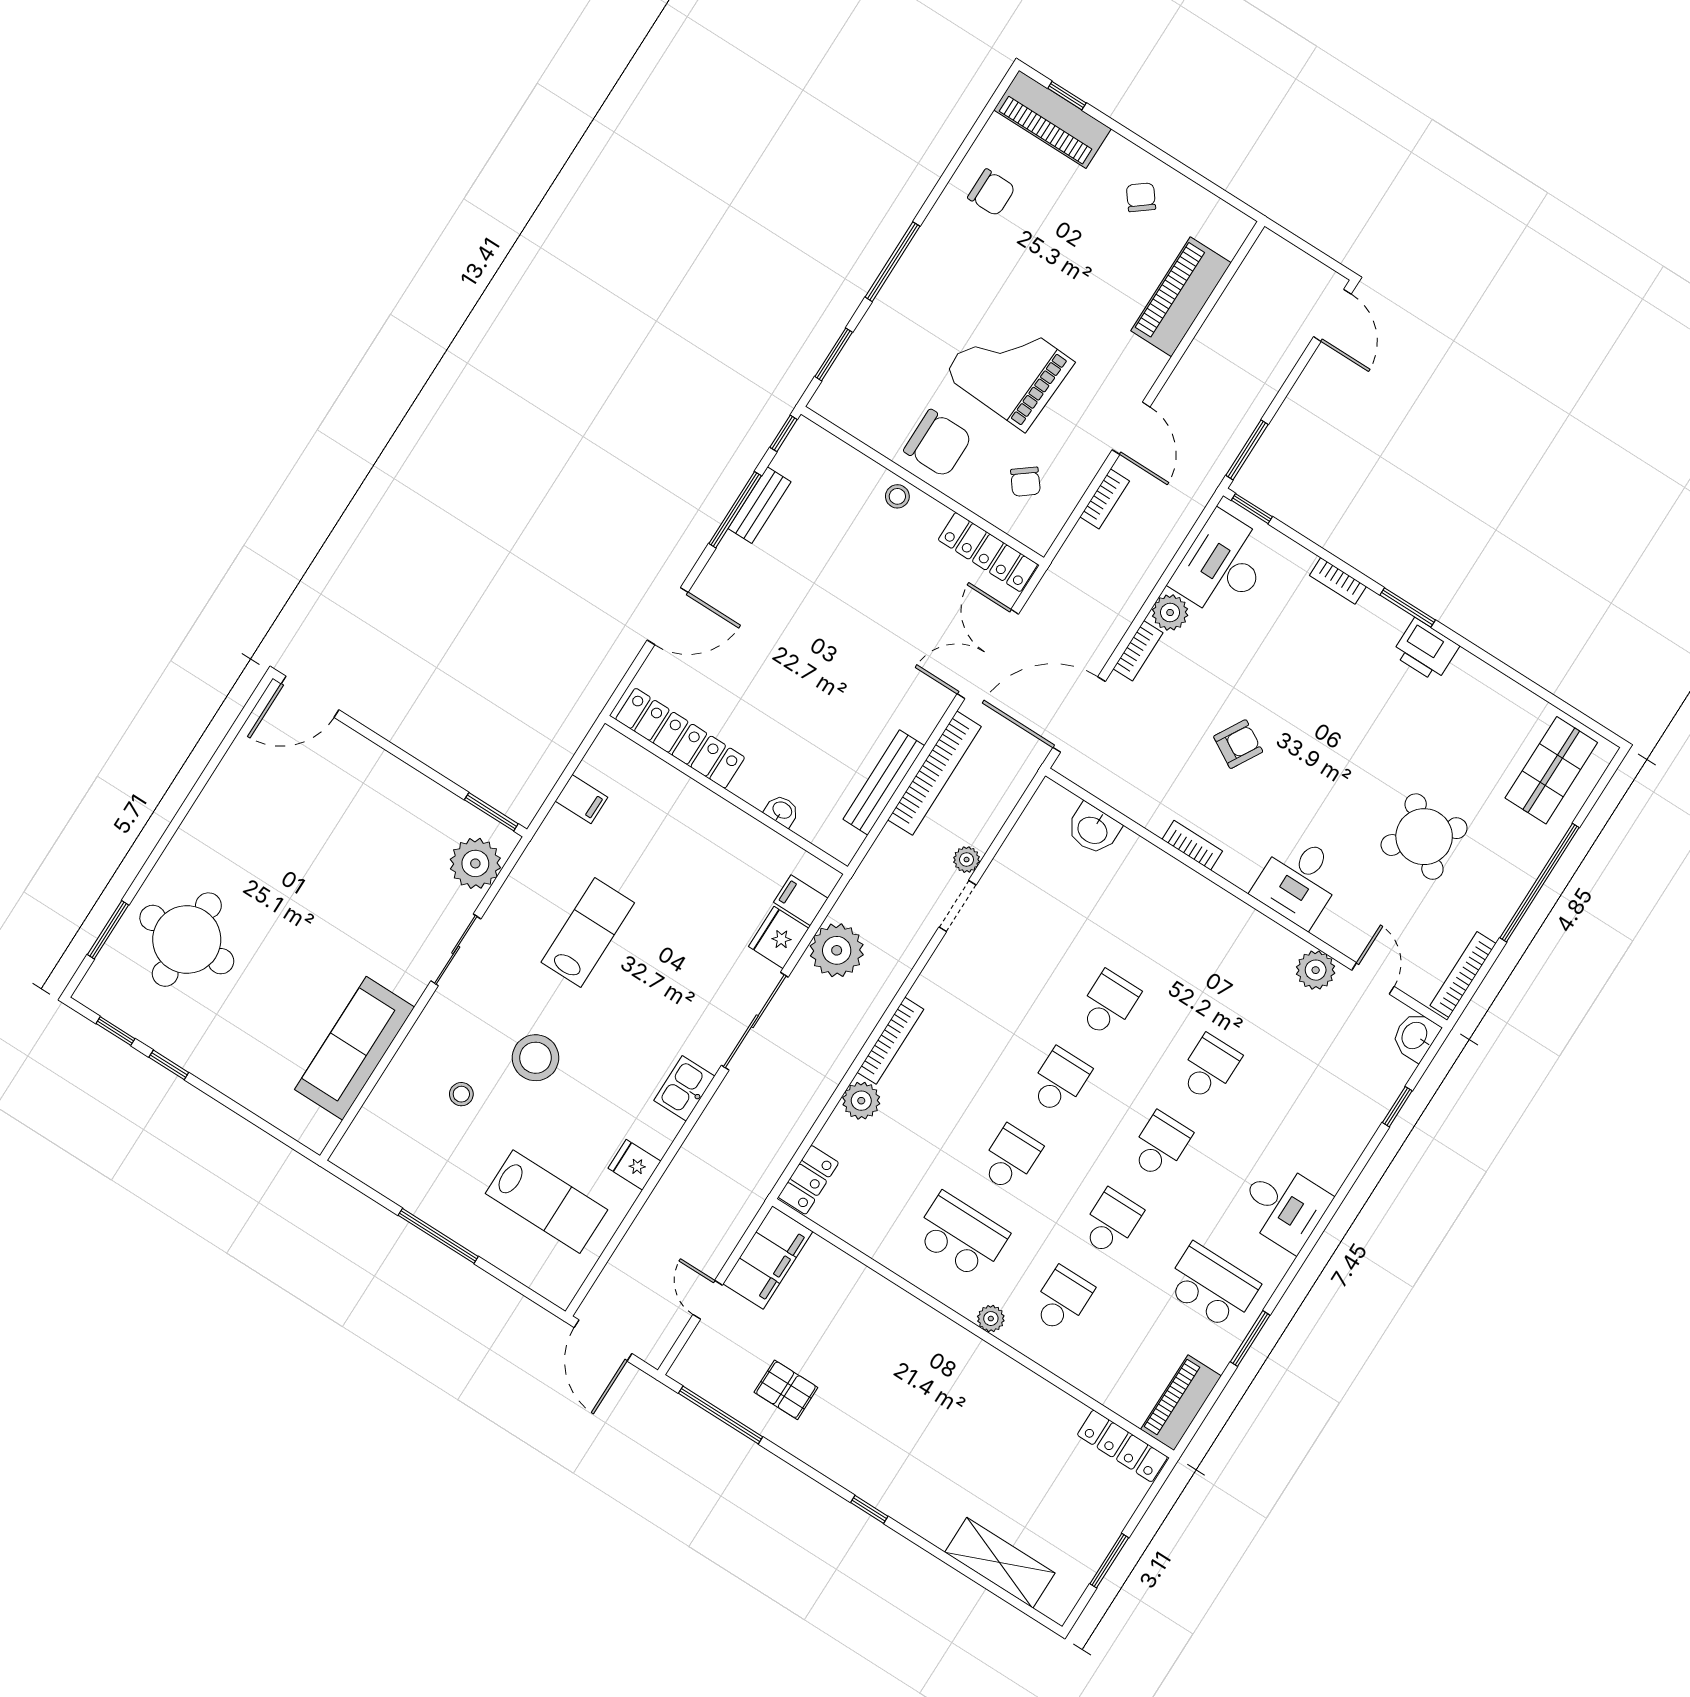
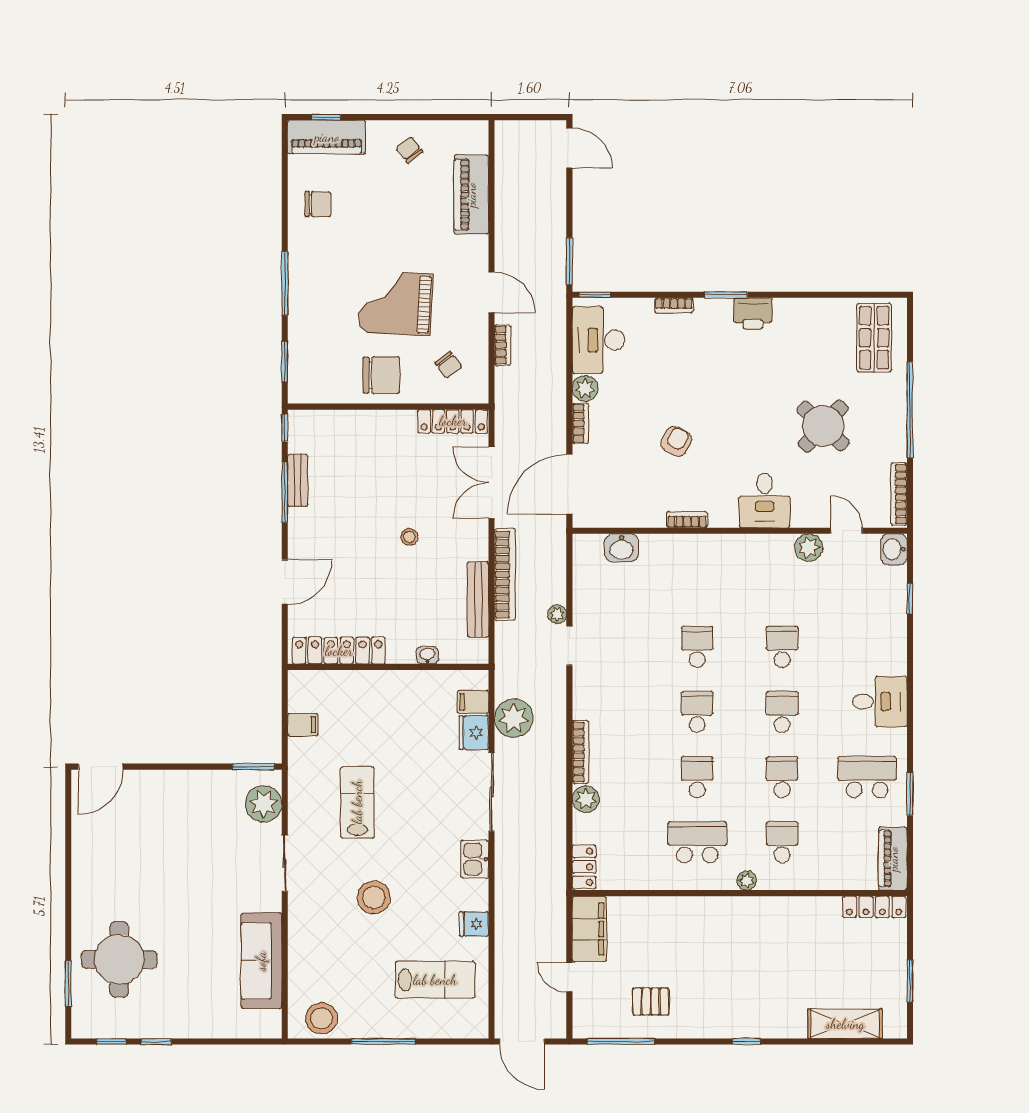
stool: (897, 496) -> (409, 537), moved
stool: (461, 1094) -> (321, 1018), moved, width x1.89, depth x1.89

